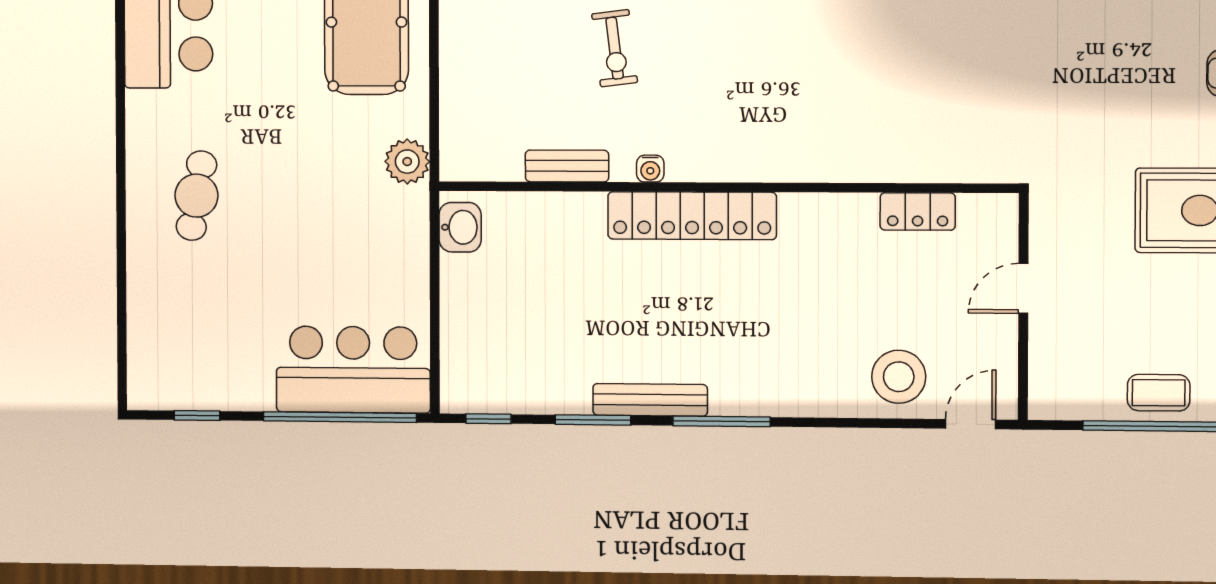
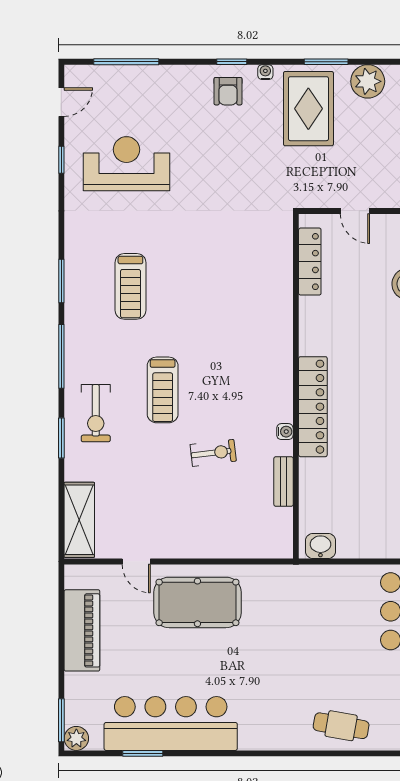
plant: (407, 162) -> (281, 578), removed
cafe table: (196, 196) -> (341, 726), moved
locker: (918, 212) -> (310, 262), width x1.53

